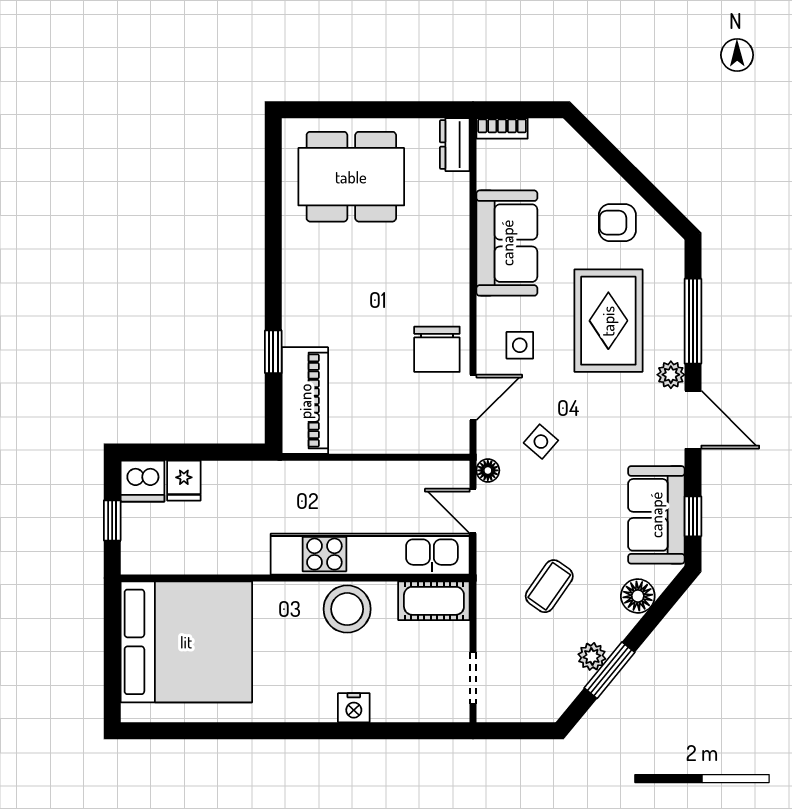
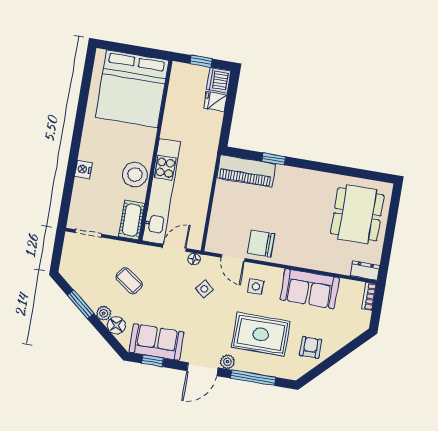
plant: (592, 656) -> (104, 313), moved

